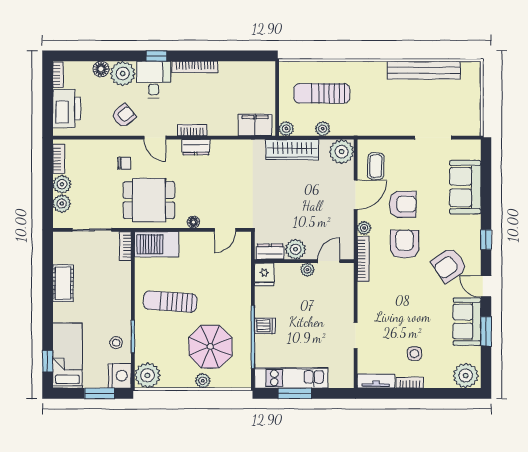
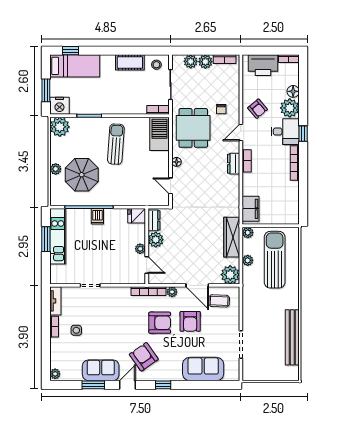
sun lounger: (322, 93) -> (275, 260), width x1.36, depth x1.34
stool: (116, 343) -> (156, 65), moved
plant: (466, 376) -> (55, 374), width x0.53, depth x0.53

